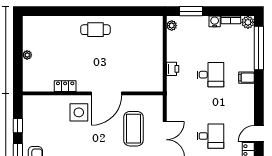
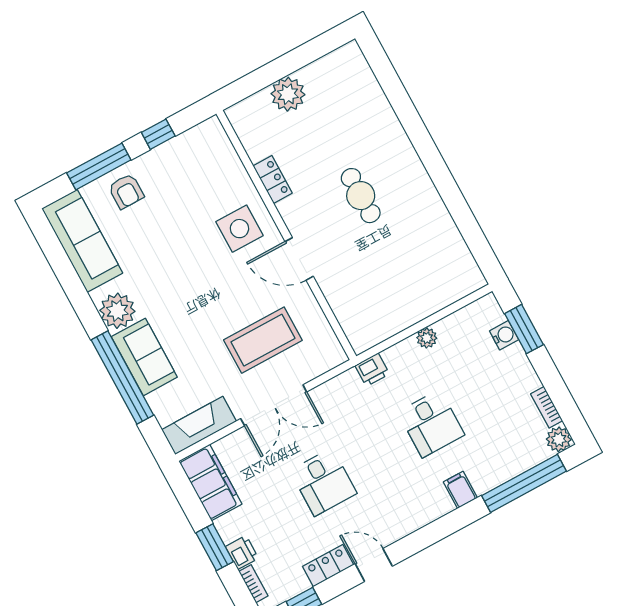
water cooler: (215, 21) -> (504, 335), moved
plant: (172, 26) -> (427, 338), moved
cafe table: (95, 30) -> (361, 196), moved
plant: (27, 55) -> (288, 94), width x1.87, depth x1.87
printer: (173, 69) -> (372, 370), moved
door: (106, 93) -> (299, 259), width x0.73

